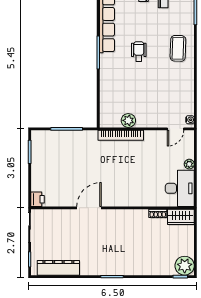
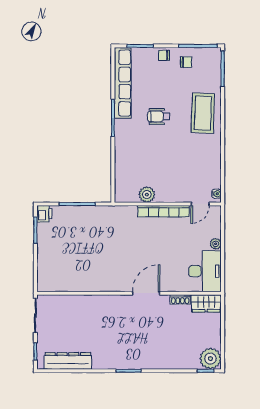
coffee table: (178, 48) -> (203, 113), width x1.36, depth x1.32
wheelchair: (139, 51) -> (159, 117), turned -90
bookcase: (121, 135) -> (164, 211), moved
printer: (38, 199) -> (44, 214), moved
door: (89, 208) -> (146, 293), moved

